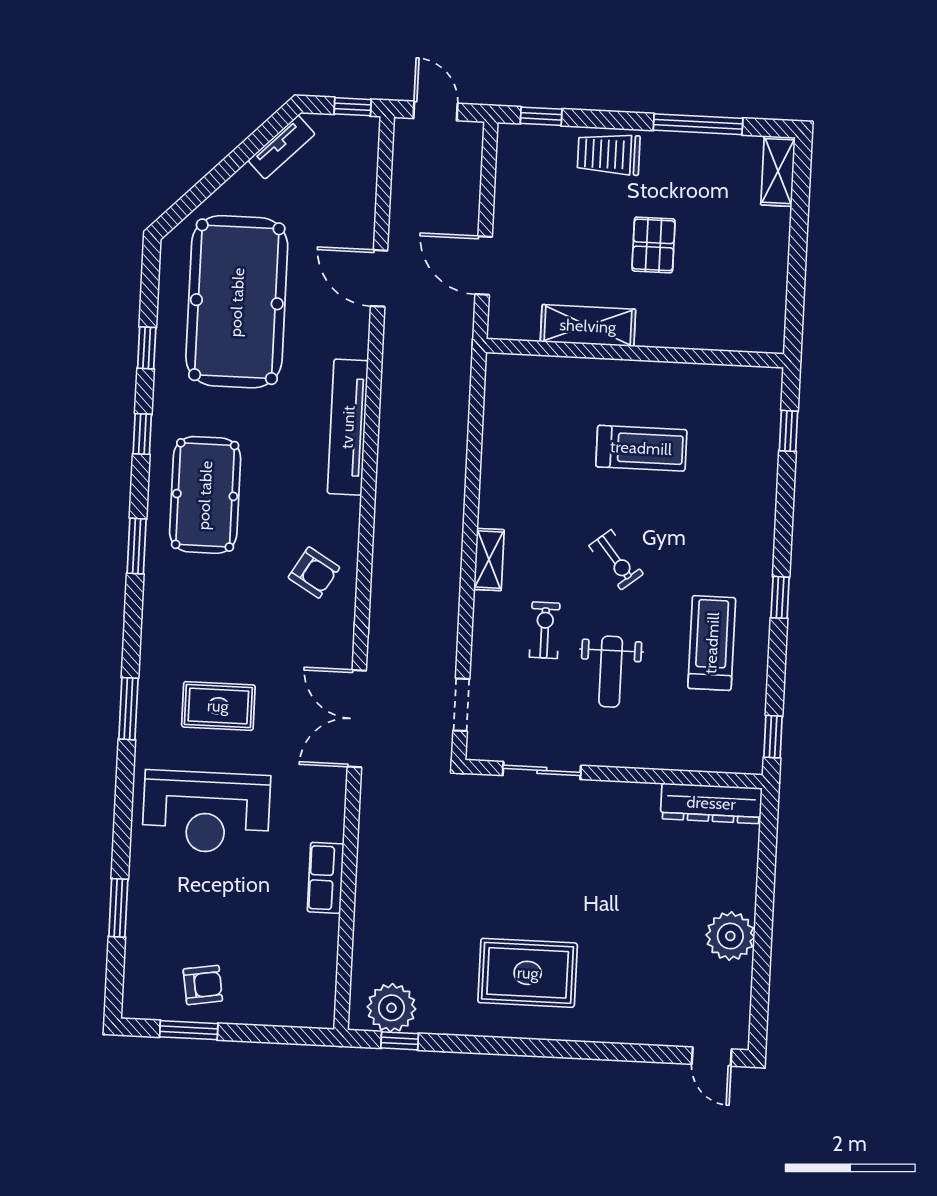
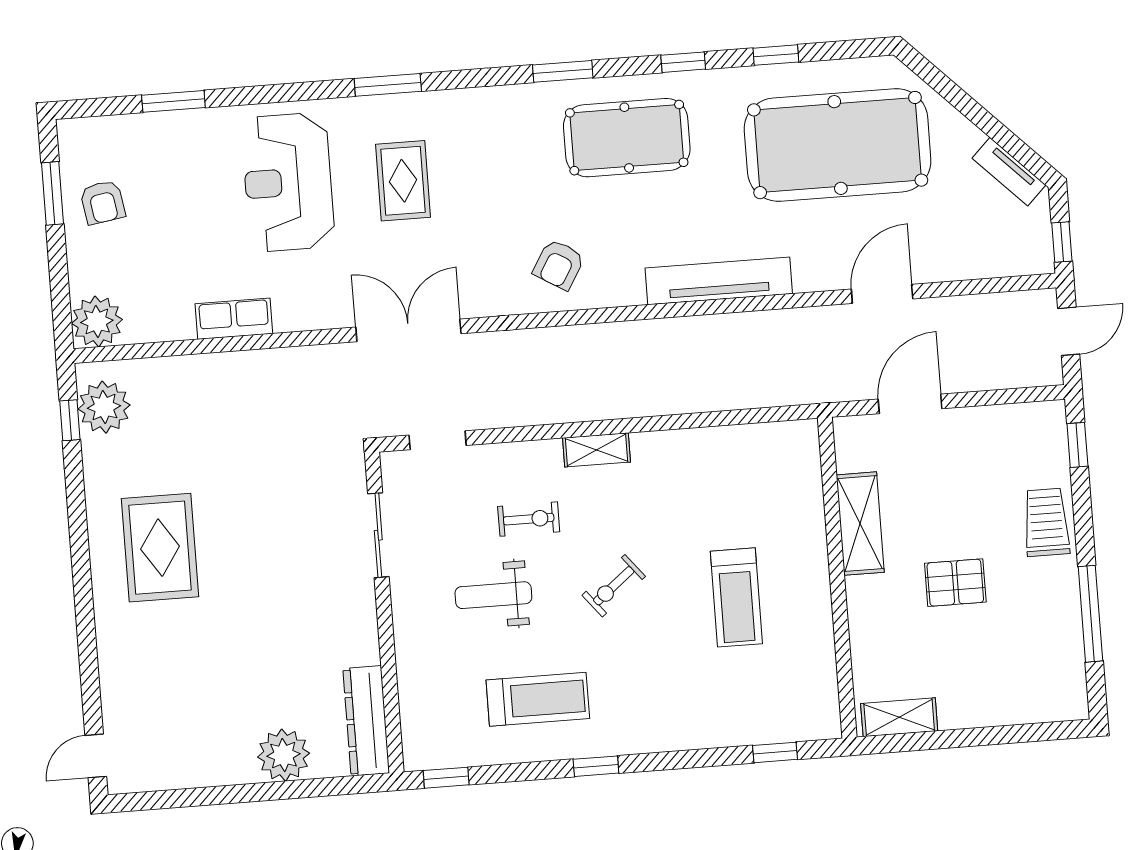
shelving: (778, 171) -> (899, 717), moved
plant: (730, 936) -> (284, 755), moved
plant: (312, 1004) -> (97, 321), added

